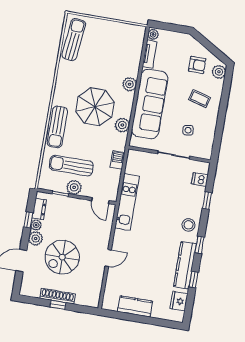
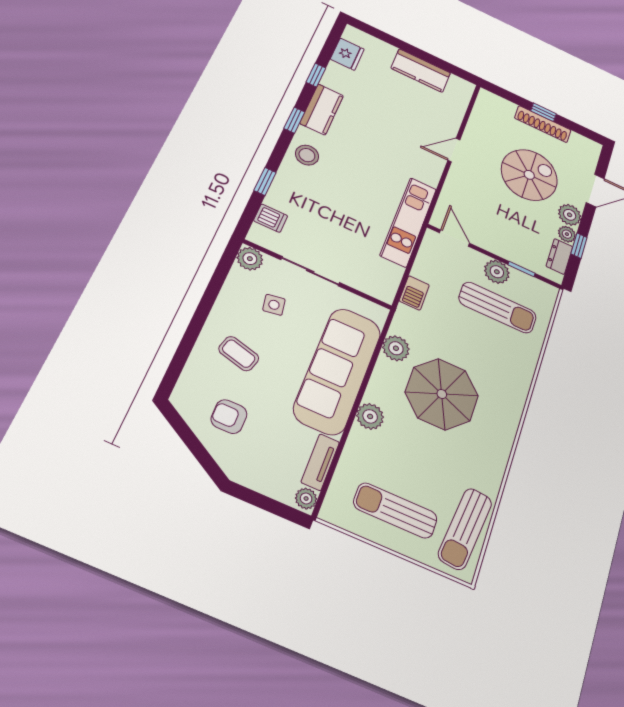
plant: (219, 72) -> (250, 259), moved
sun lounger: (57, 127) -> (395, 510), moved, turned -90
kitchen counter: (185, 265) -> (322, 109), width x0.67

